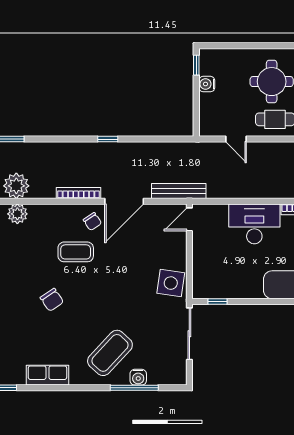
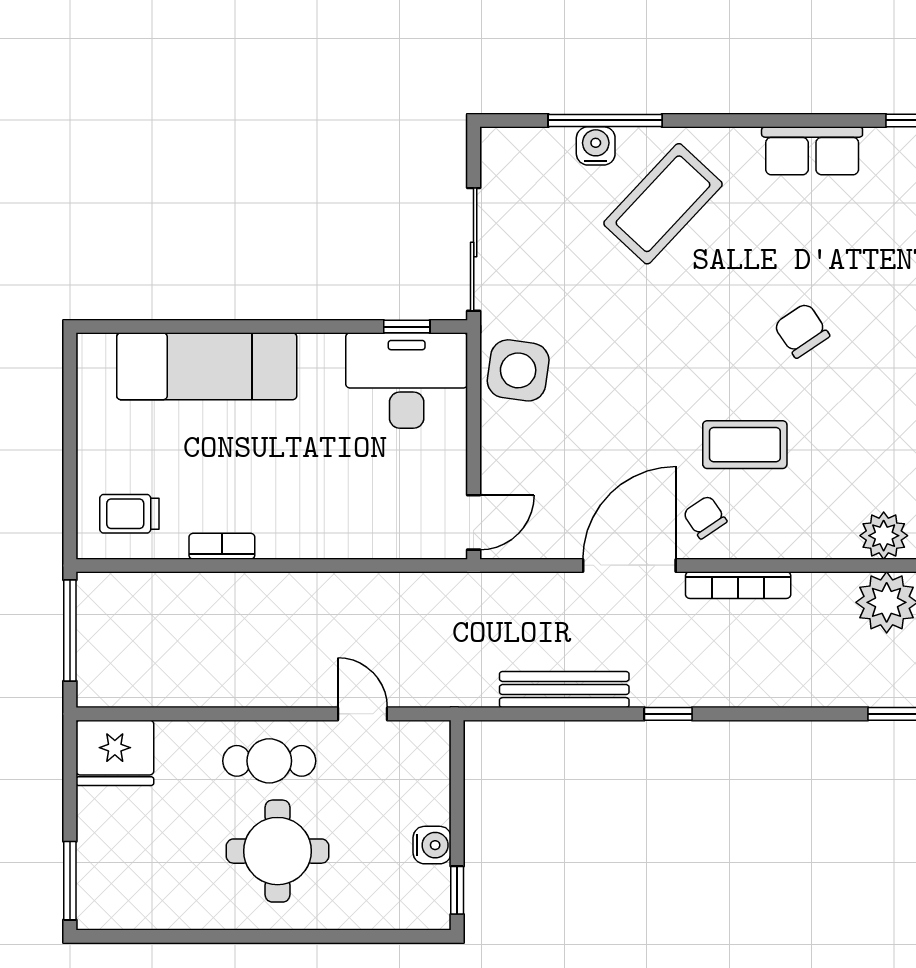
bench: (179, 191) -> (564, 690), moved
desk: (254, 224) -> (407, 380), moved, turned 180

